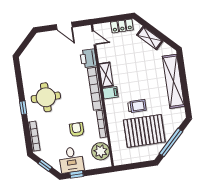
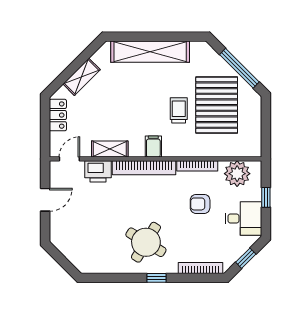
shelving: (106, 75) -> (110, 149), moved
round table: (46, 97) -> (146, 242), turned 31
window: (77, 174) -> (266, 197), moved

